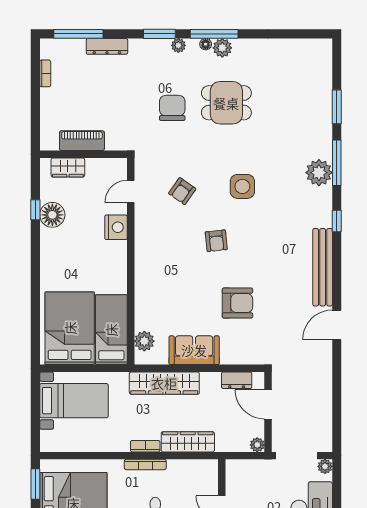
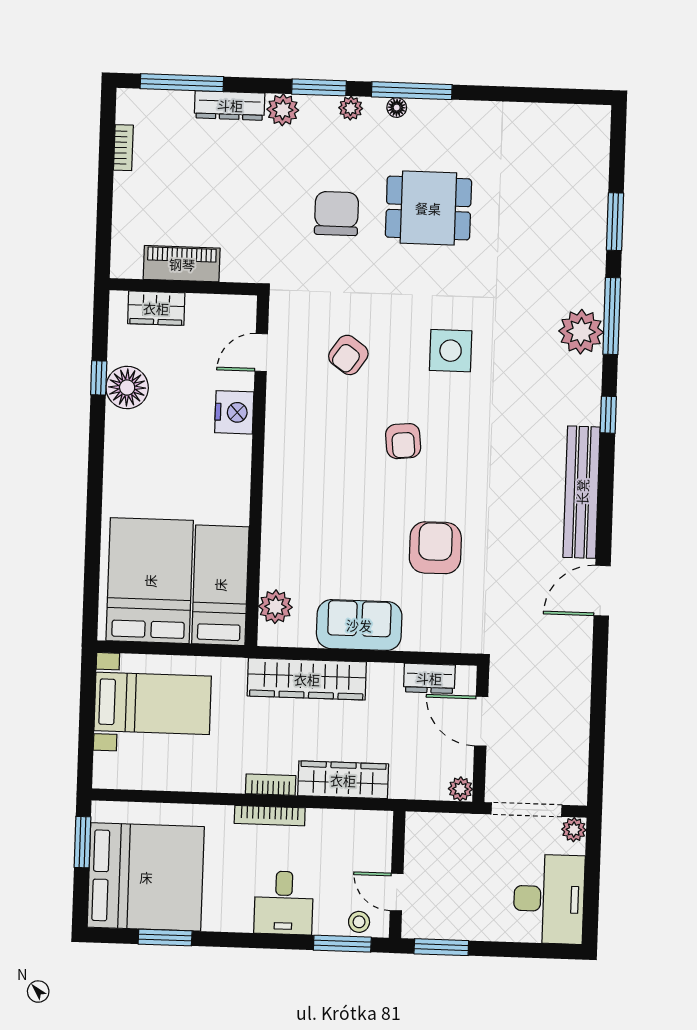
plant: (222, 48) -> (283, 110), moved
armchair: (237, 303) -> (435, 548), turned -90

